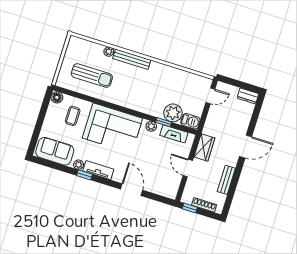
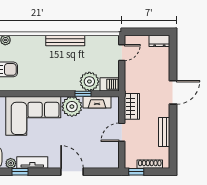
bench: (132, 59) -> (65, 40), moved
plant: (151, 126) -> (72, 107), width x1.87, depth x1.87
door: (188, 168) -> (122, 132), hinge flipped

